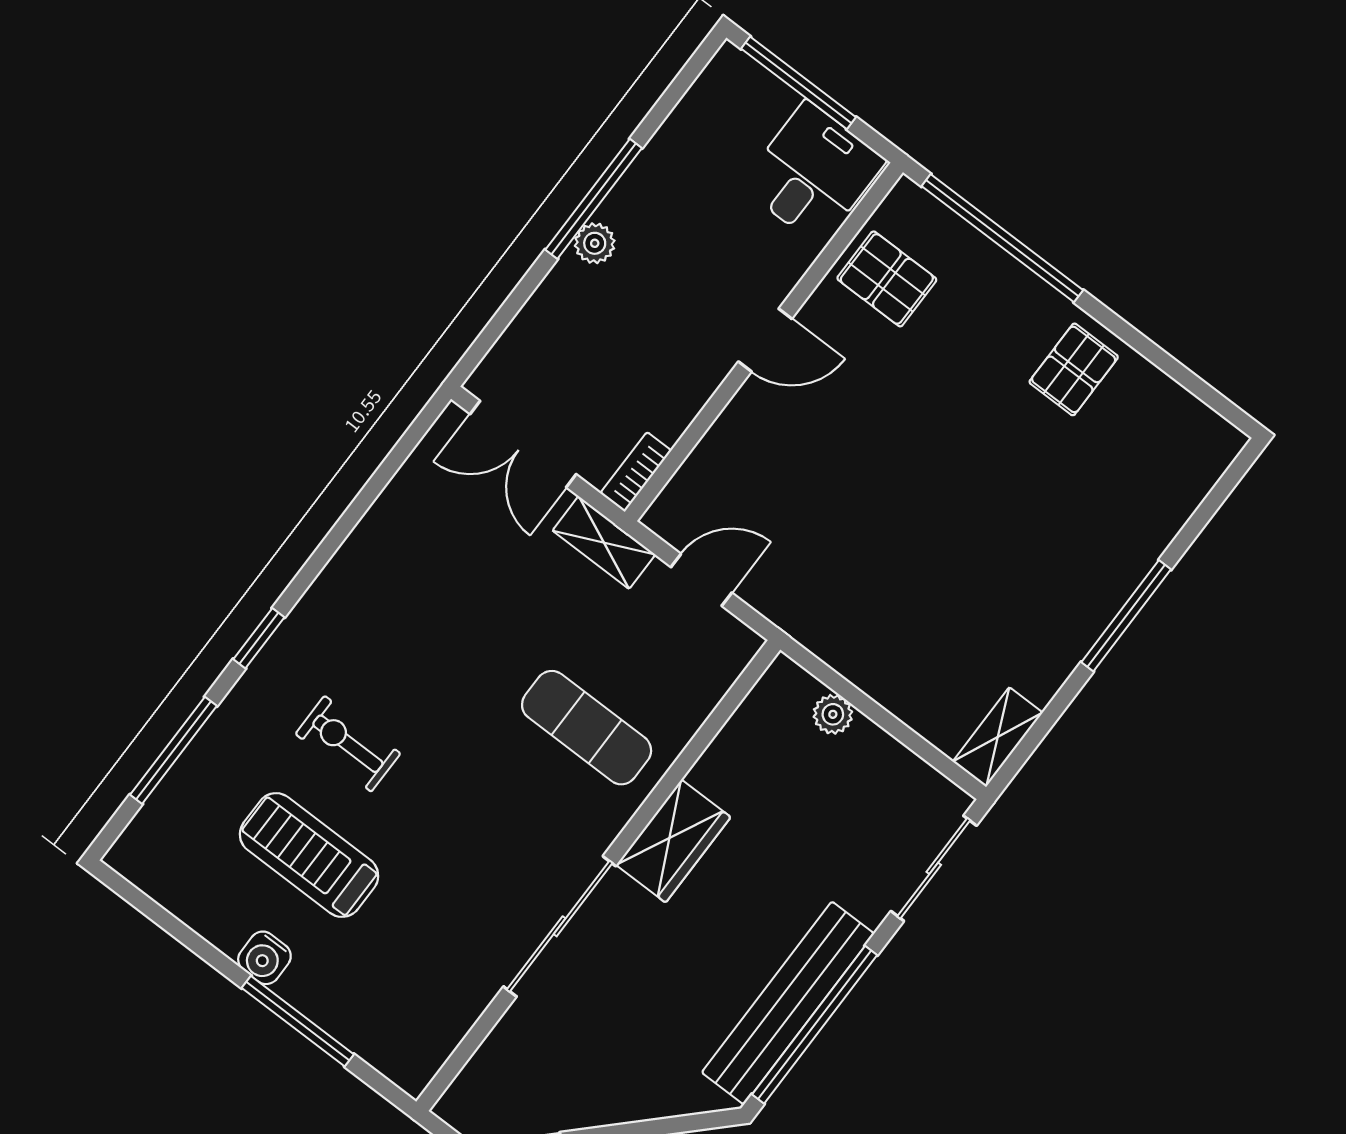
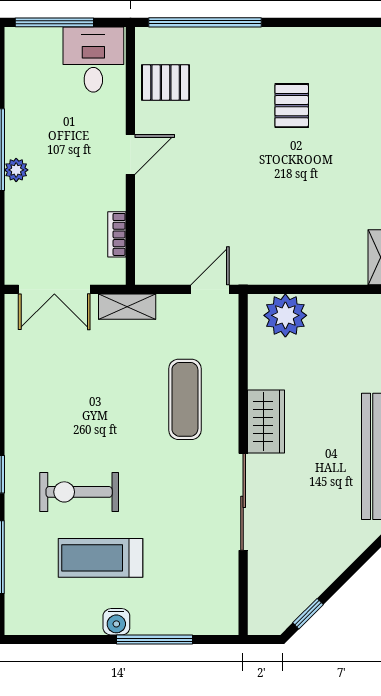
pallet: (1074, 369) -> (292, 106), moved
bookcase: (636, 472) -> (117, 234), moved
door: (701, 580) -> (210, 289), moved
plant: (833, 714) -> (285, 315), width x1.88, depth x1.88
exercise mat: (587, 728) -> (185, 399), turned 90
exercise bike: (348, 744) -> (79, 492), width x1.38, depth x1.39

